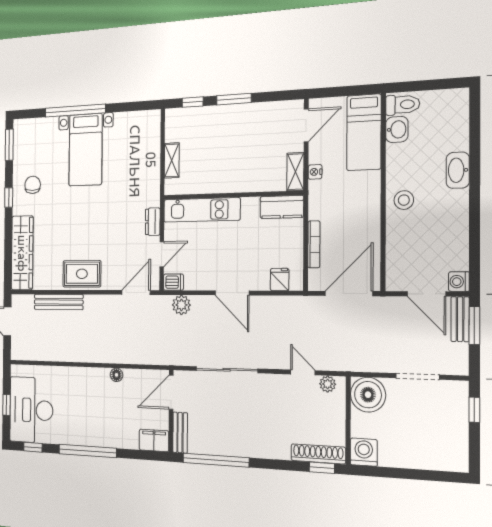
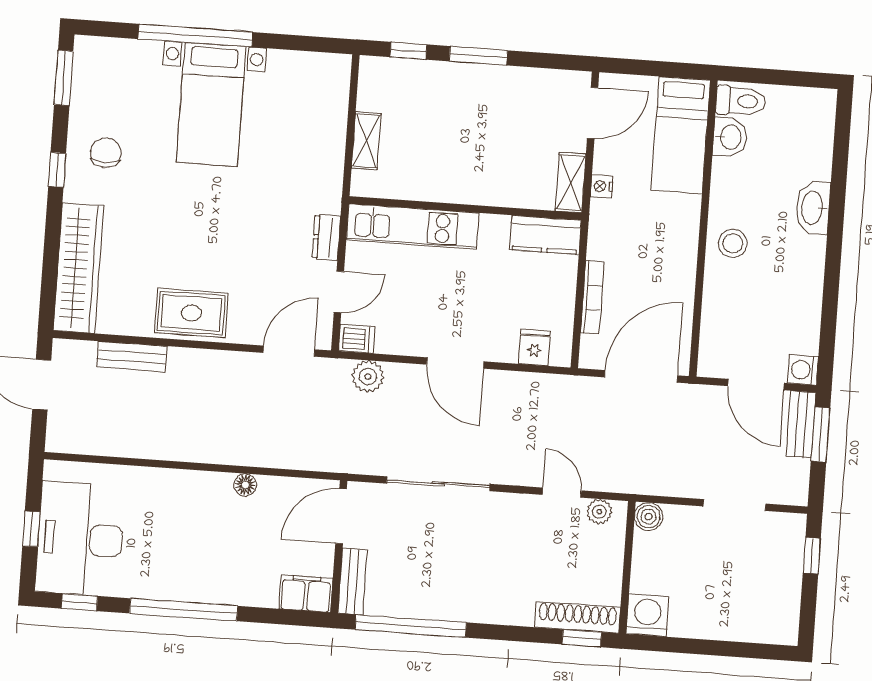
bench: (59, 302) -> (132, 357), width x0.73
boiler: (368, 395) -> (649, 517), width x0.54, depth x0.54

